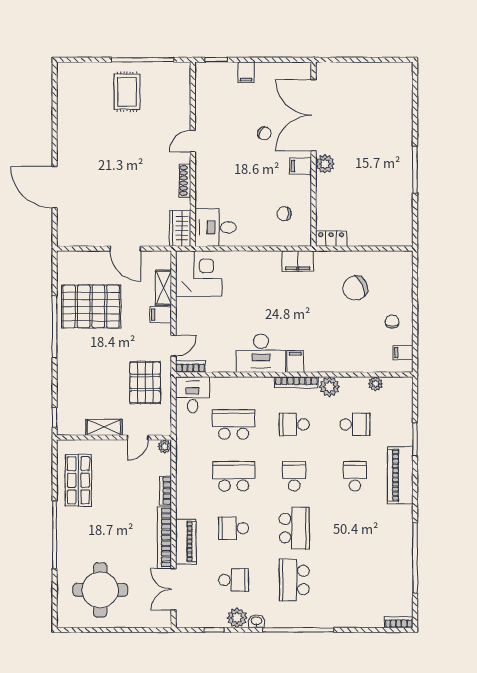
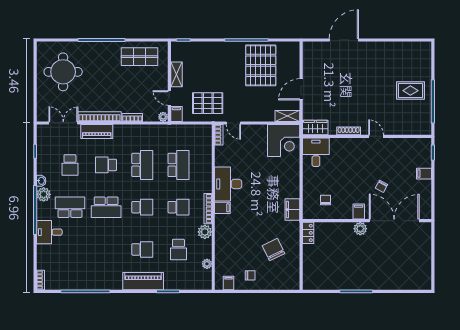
shelving: (164, 288) -> (287, 116), moved
filing cabinet: (161, 315) -> (176, 114), moved
desk: (193, 395) -> (49, 232), moved, turned 180
school desk: (294, 424) -> (178, 207), turned 90
school desk: (234, 528) -> (106, 165), turned -90
plant: (237, 618) -> (44, 194), moved

